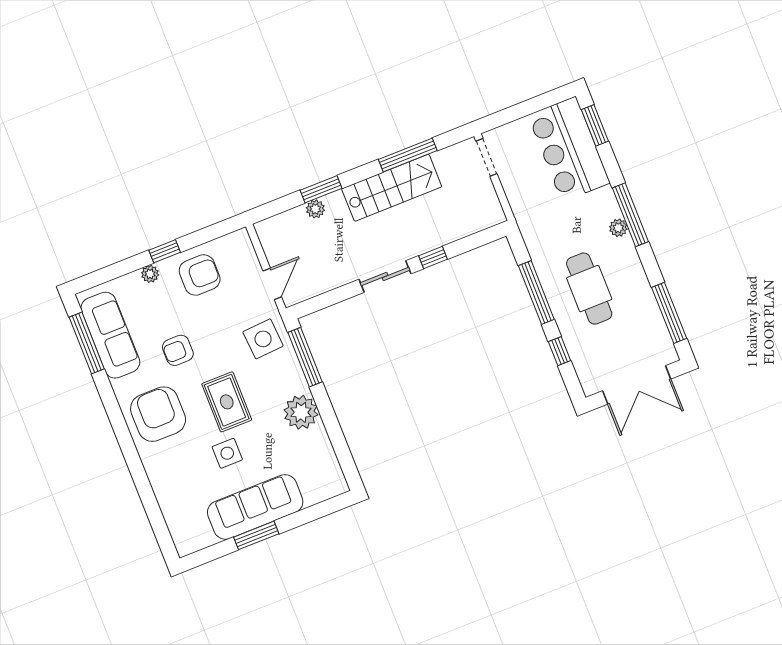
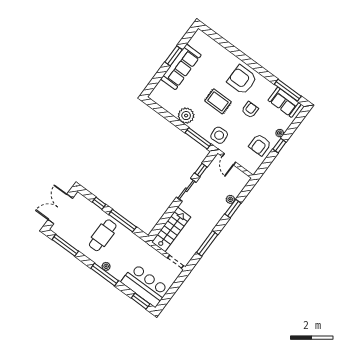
stairs: (392, 188) -> (171, 229), moved, turned 180
window: (433, 257) -> (201, 170), moved
cafe table: (589, 289) -> (103, 235), turned 90
sofa: (110, 335) -> (285, 102), width x0.73
armchair: (158, 414) -> (242, 80), turned 180
side table: (227, 453) -> (205, 81), removed

